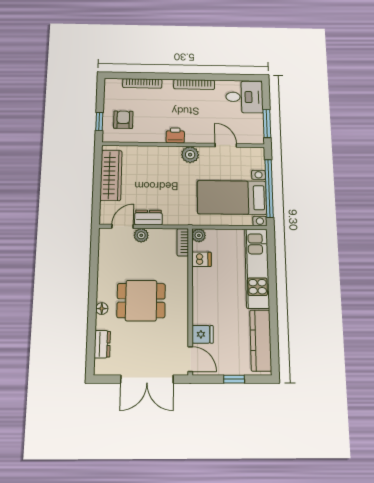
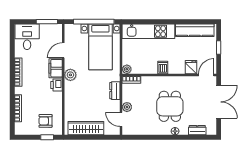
filing cabinet: (200, 134) -> (56, 68), added
dresser: (148, 217) -> (115, 91), moved
dishwasher: (202, 259) -> (163, 67), moved

